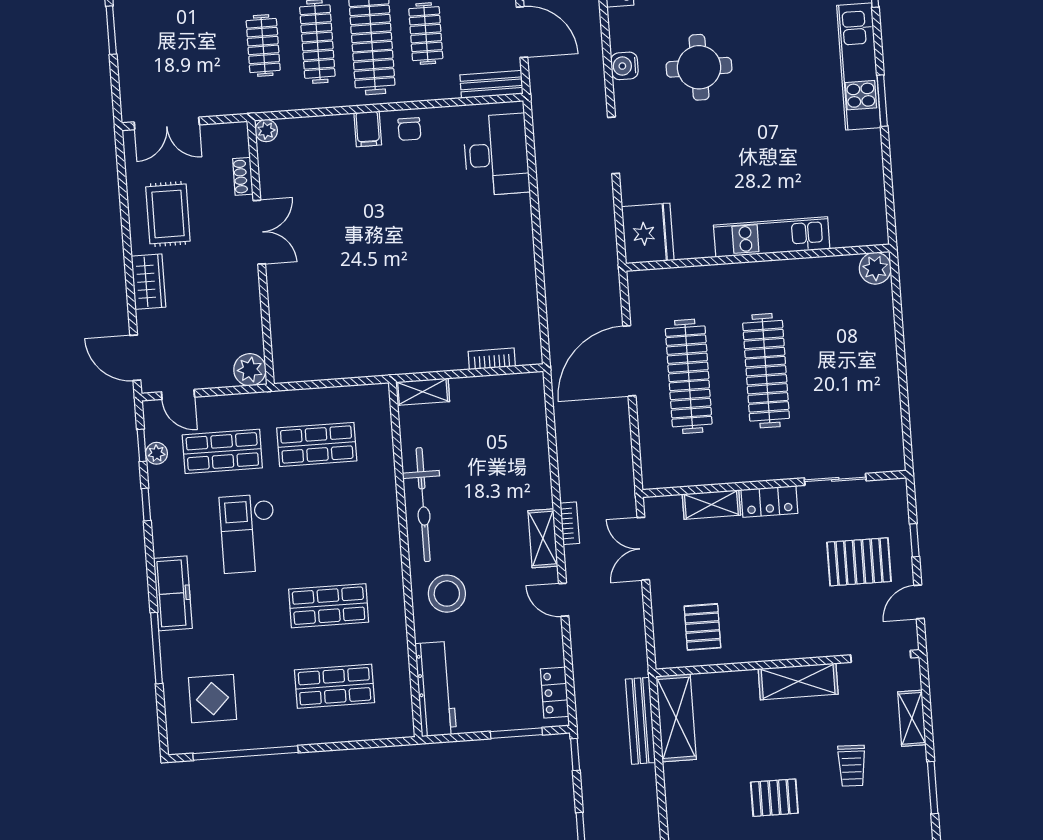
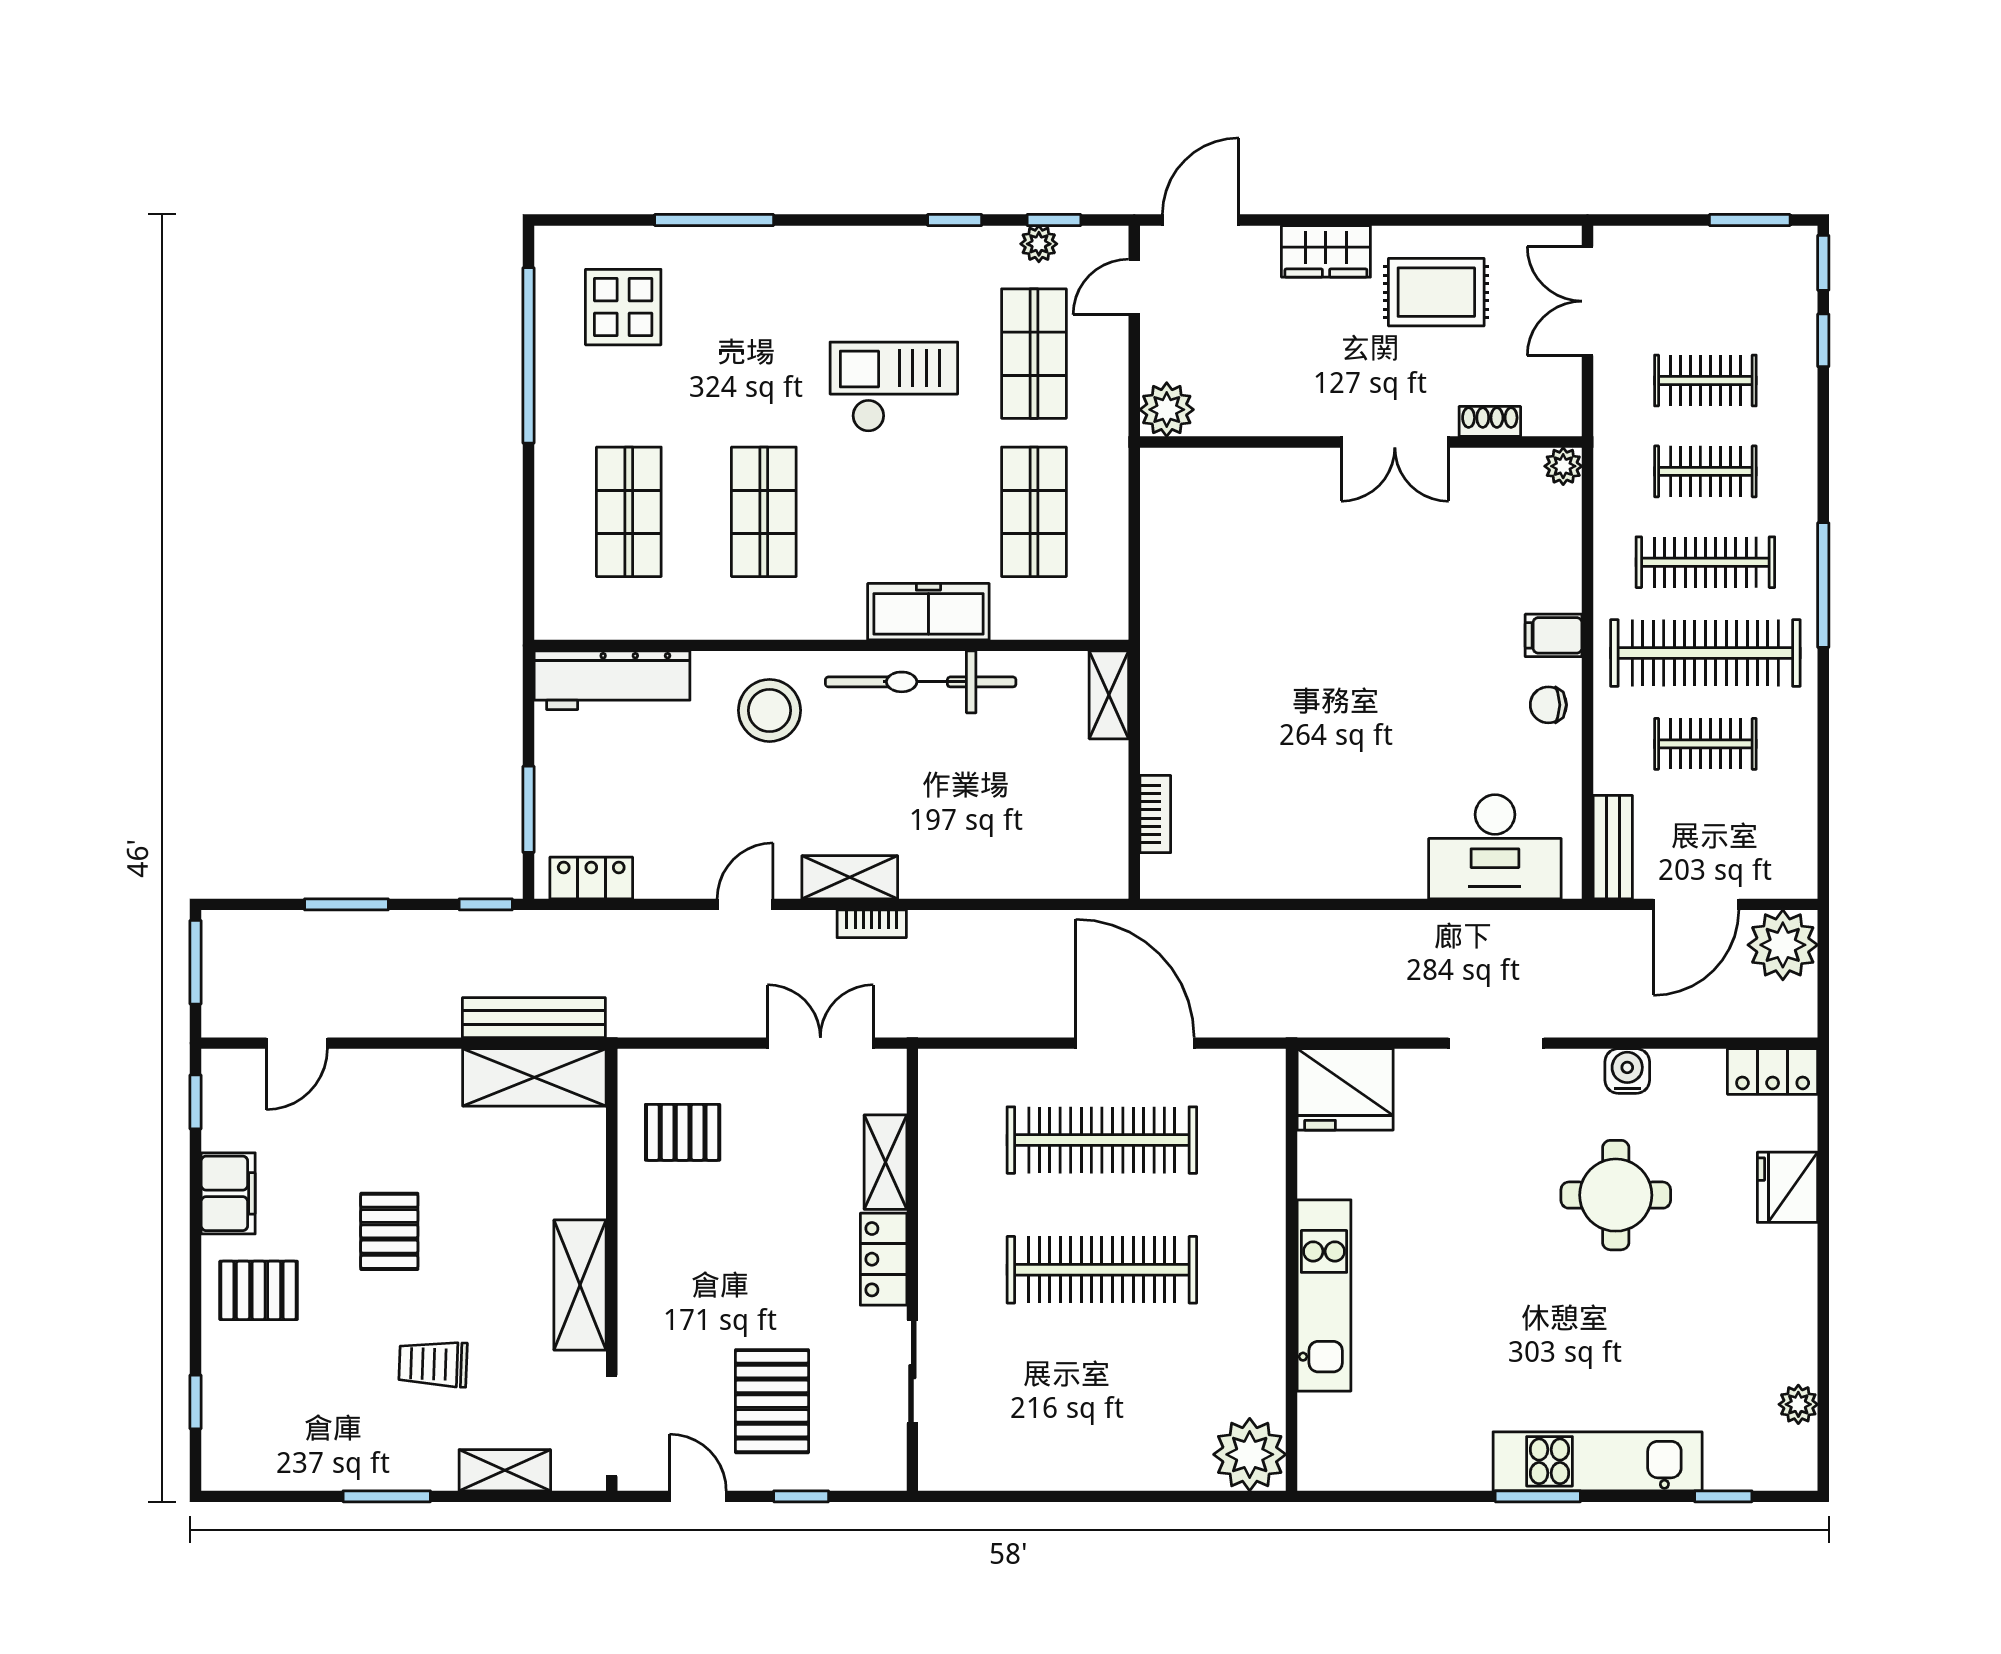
clothes rail: (209, 49) -> (1705, 381), added
plant: (875, 268) -> (1250, 1454), width x1.36, depth x1.36
freezer: (173, 593) -> (928, 612), moved, turned 180

